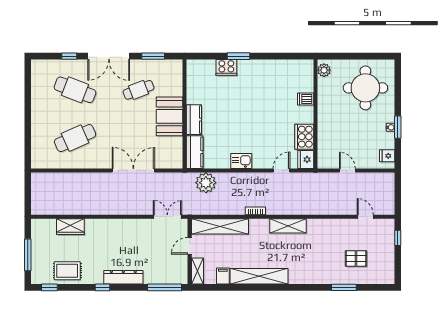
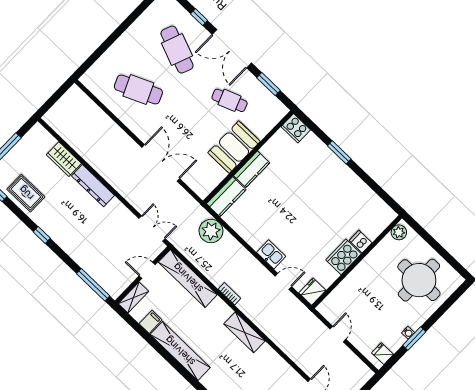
cooker: (226, 67) -> (296, 128), moved
cooker: (304, 137) -> (343, 257), moved
kitchen sink: (241, 161) -> (271, 254), moved
dresser: (123, 277) -> (93, 186), moved, turned 180

